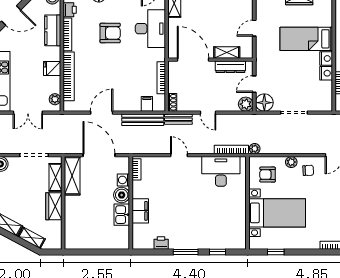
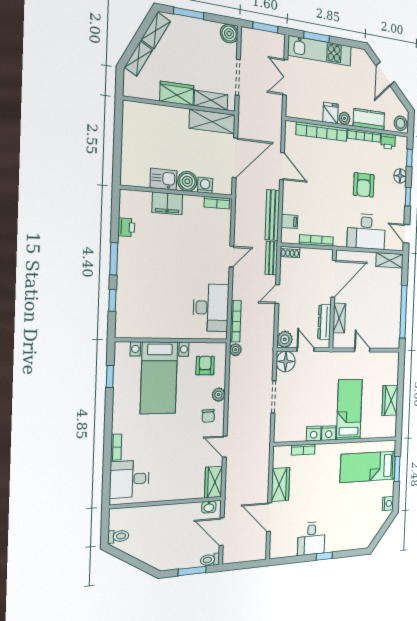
plant: (55, 99) -> (344, 118), moved

